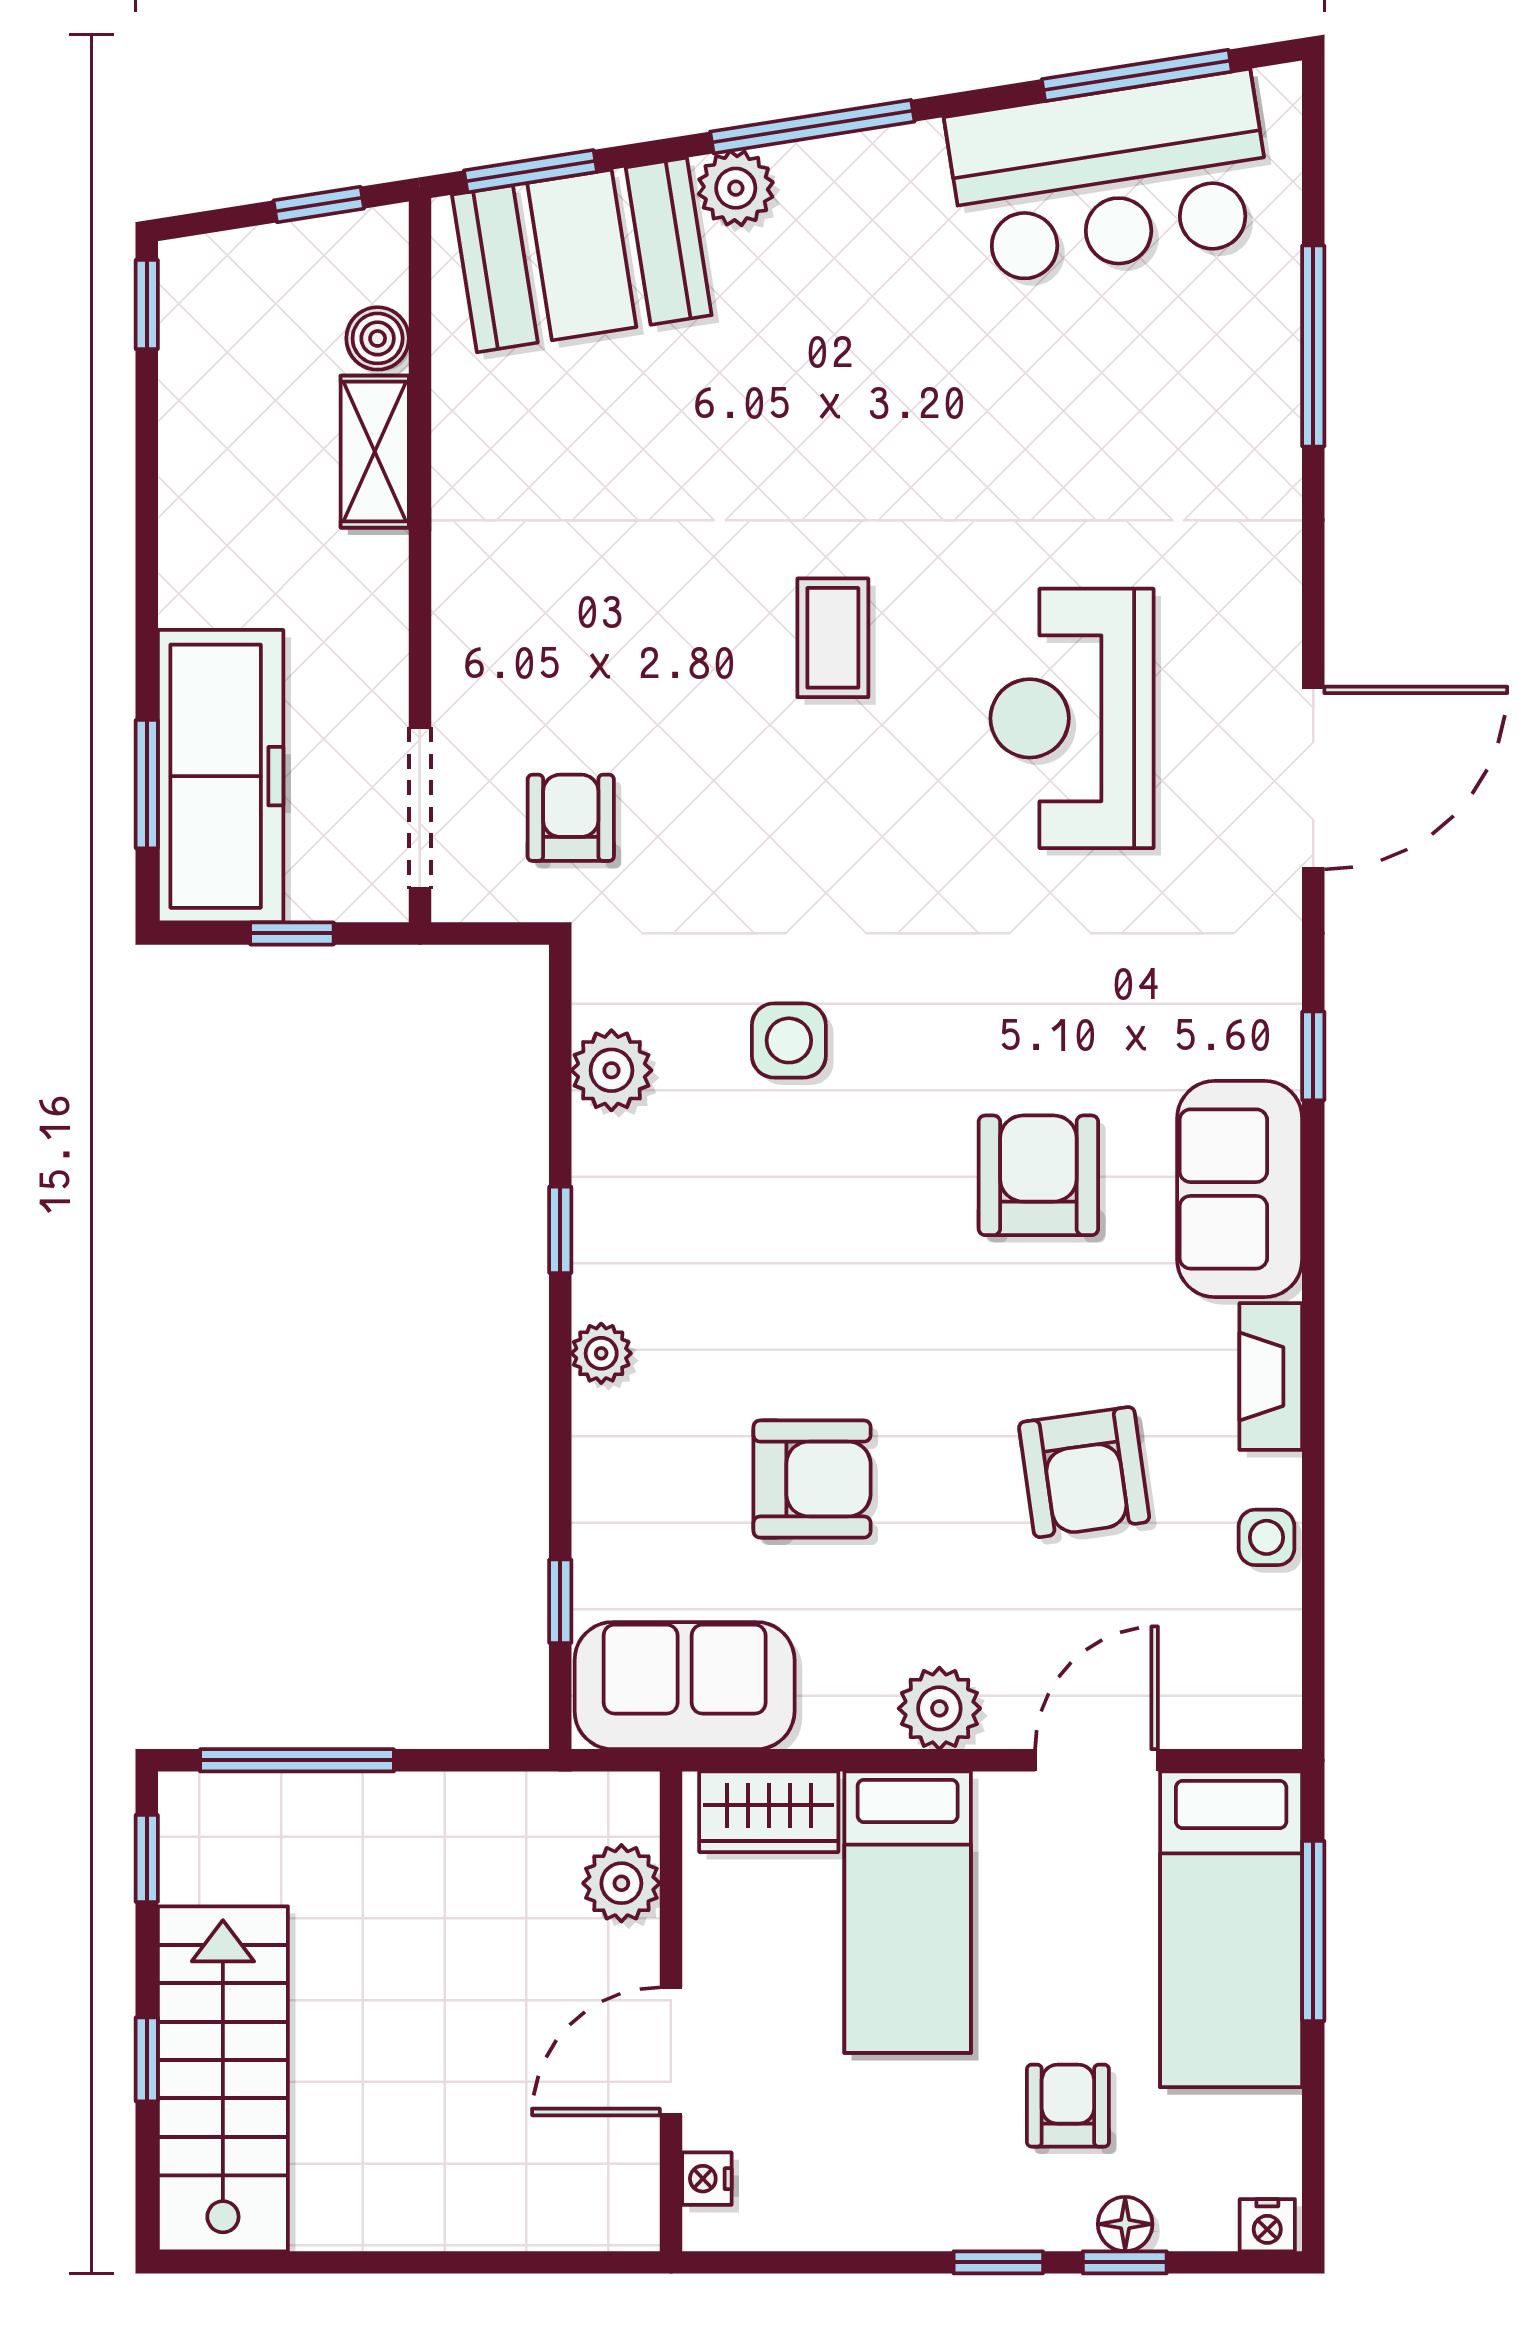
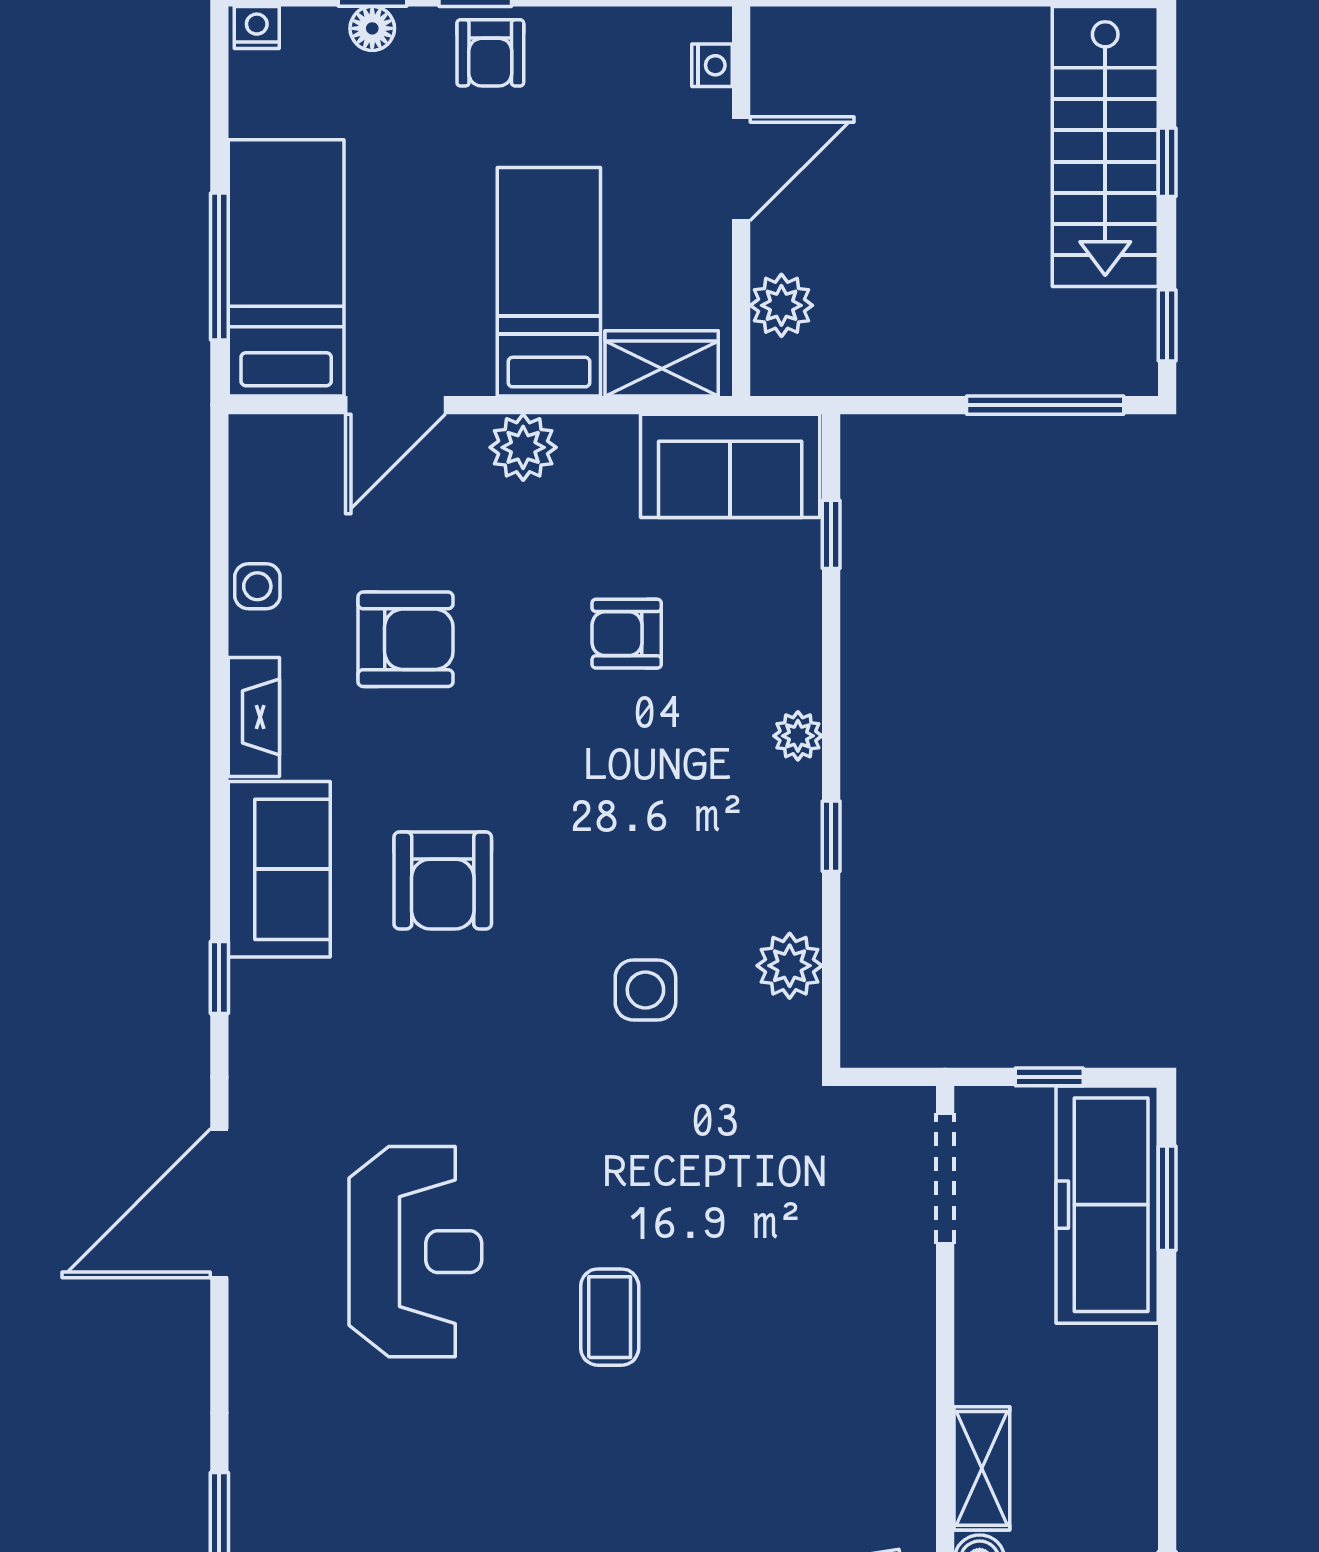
armchair: (571, 818) -> (823, 1171), removed
armchair: (1084, 1472) -> (406, 639), turned 98
armchair: (812, 1479) -> (627, 634), width x0.72, depth x0.72
armchair: (1068, 2106) -> (490, 53), moved

